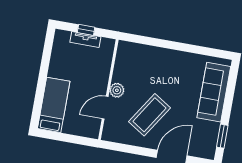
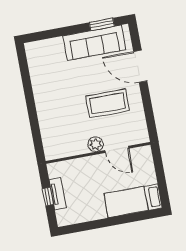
sofa: (214, 92) -> (94, 43), moved
coffee table: (149, 115) -> (108, 103), turned -33

